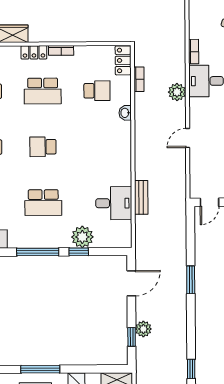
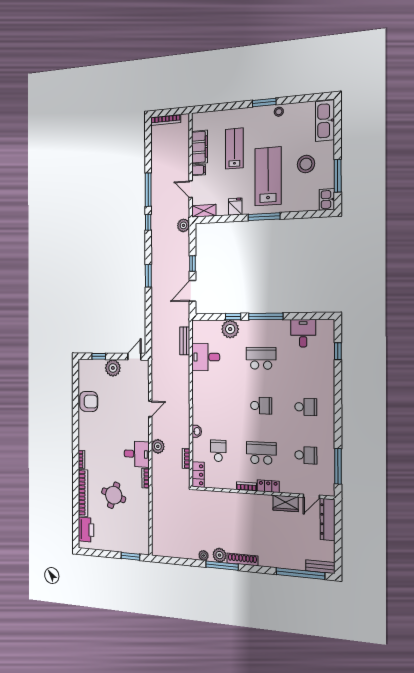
school desk: (97, 91) -> (218, 451), turned 90
bench: (141, 197) -> (185, 341), moved
window: (191, 280) -> (148, 276), moved
plant: (143, 329) -> (183, 225), moved
window: (132, 337) -> (192, 264), moved

